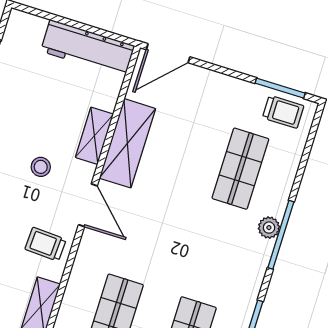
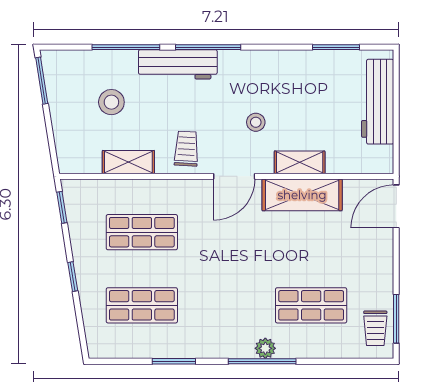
workbench: (88, 48) -> (378, 102), moved
door: (168, 53) -> (396, 206), hinge flipped

